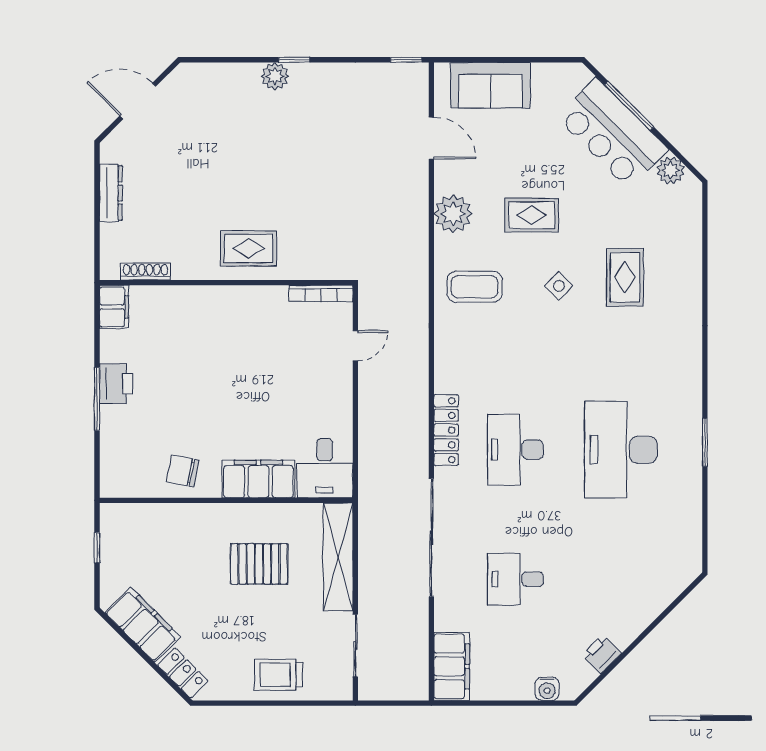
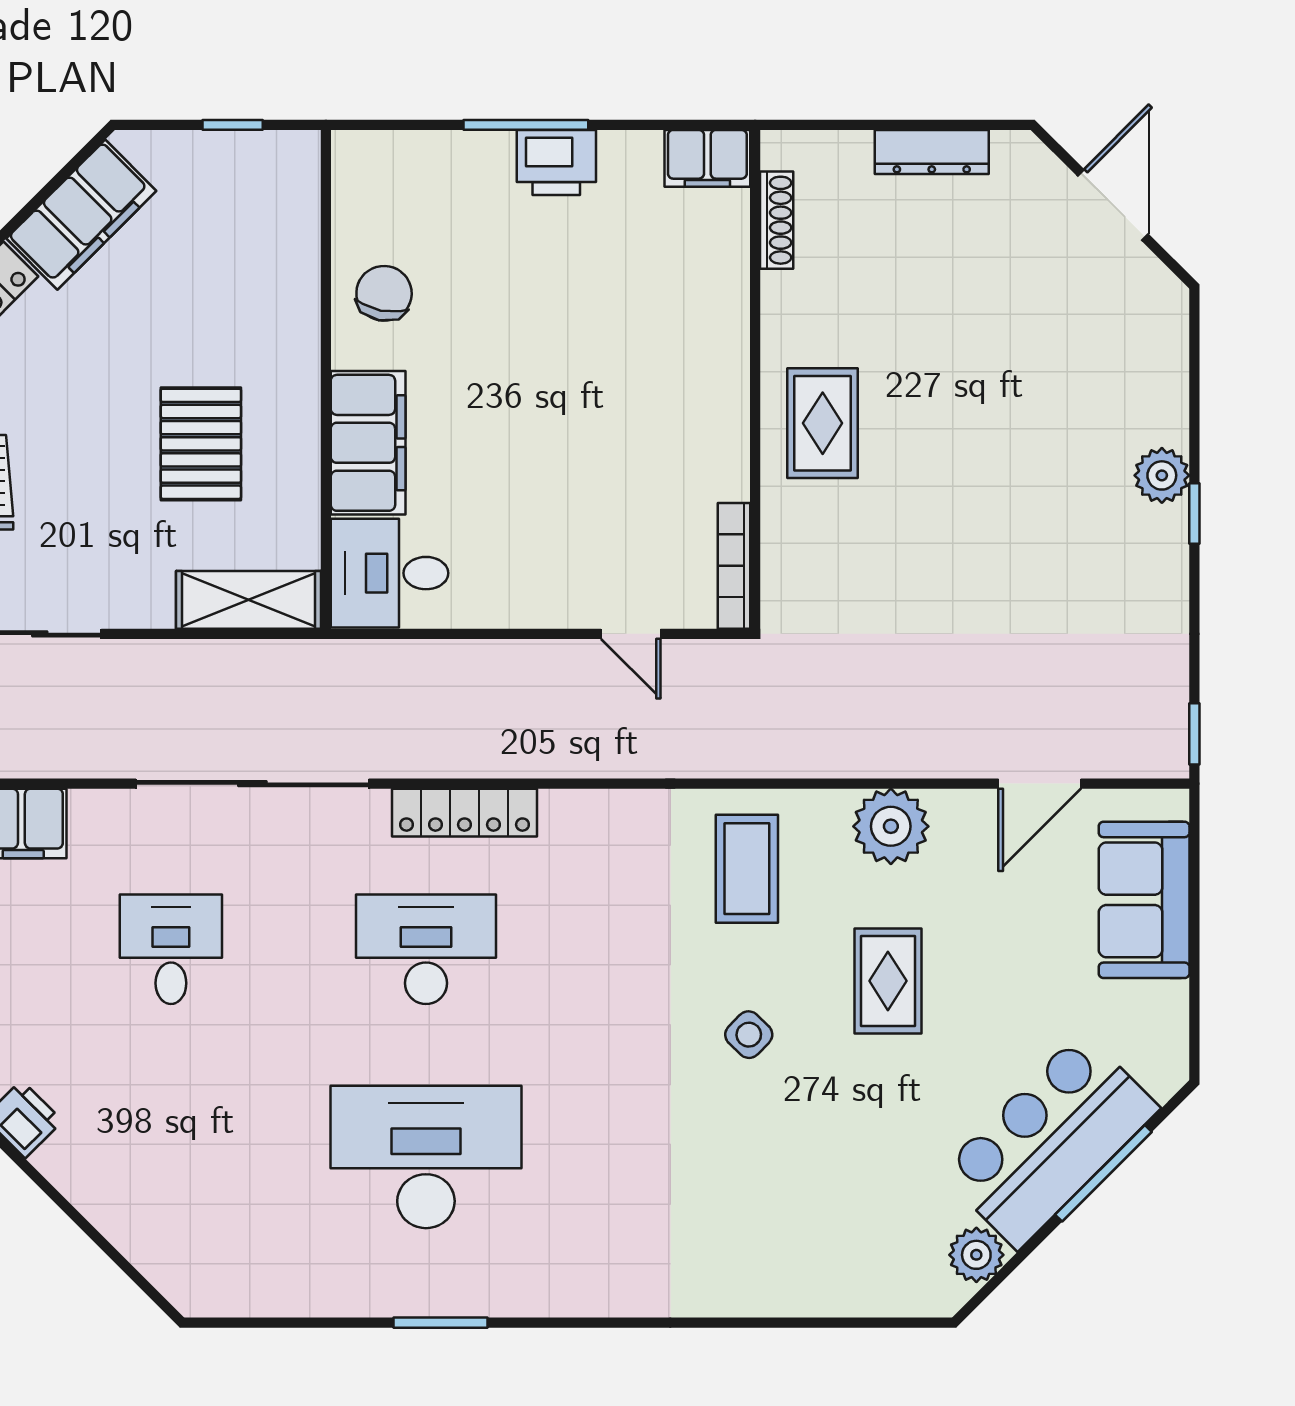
rug: (625, 277) -> (765, 1165), removed
shelving: (338, 557) -> (249, 600), width x0.68

